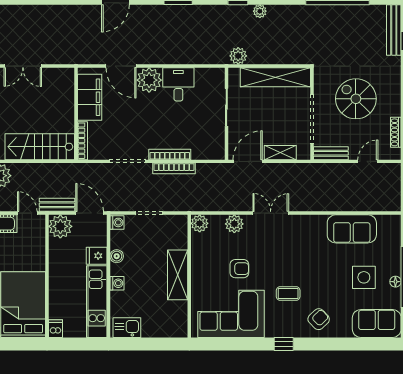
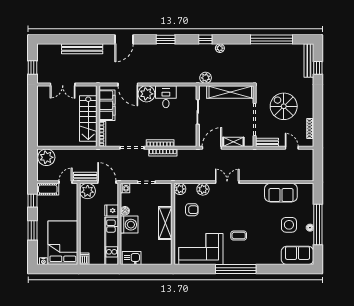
bench: (52, 12) -> (82, 49), added
stairs: (40, 147) -> (88, 118), moved, turned -90
door: (368, 161) -> (292, 148), hinge flipped
door: (27, 213) -> (65, 182), hinge flipped
armchair: (239, 269) -> (192, 210), moved
washing machine: (117, 283) -> (129, 225), width x1.89, depth x1.89
armchair: (319, 319) -> (259, 253), removed
window: (284, 344) -> (236, 269), width x3.17

